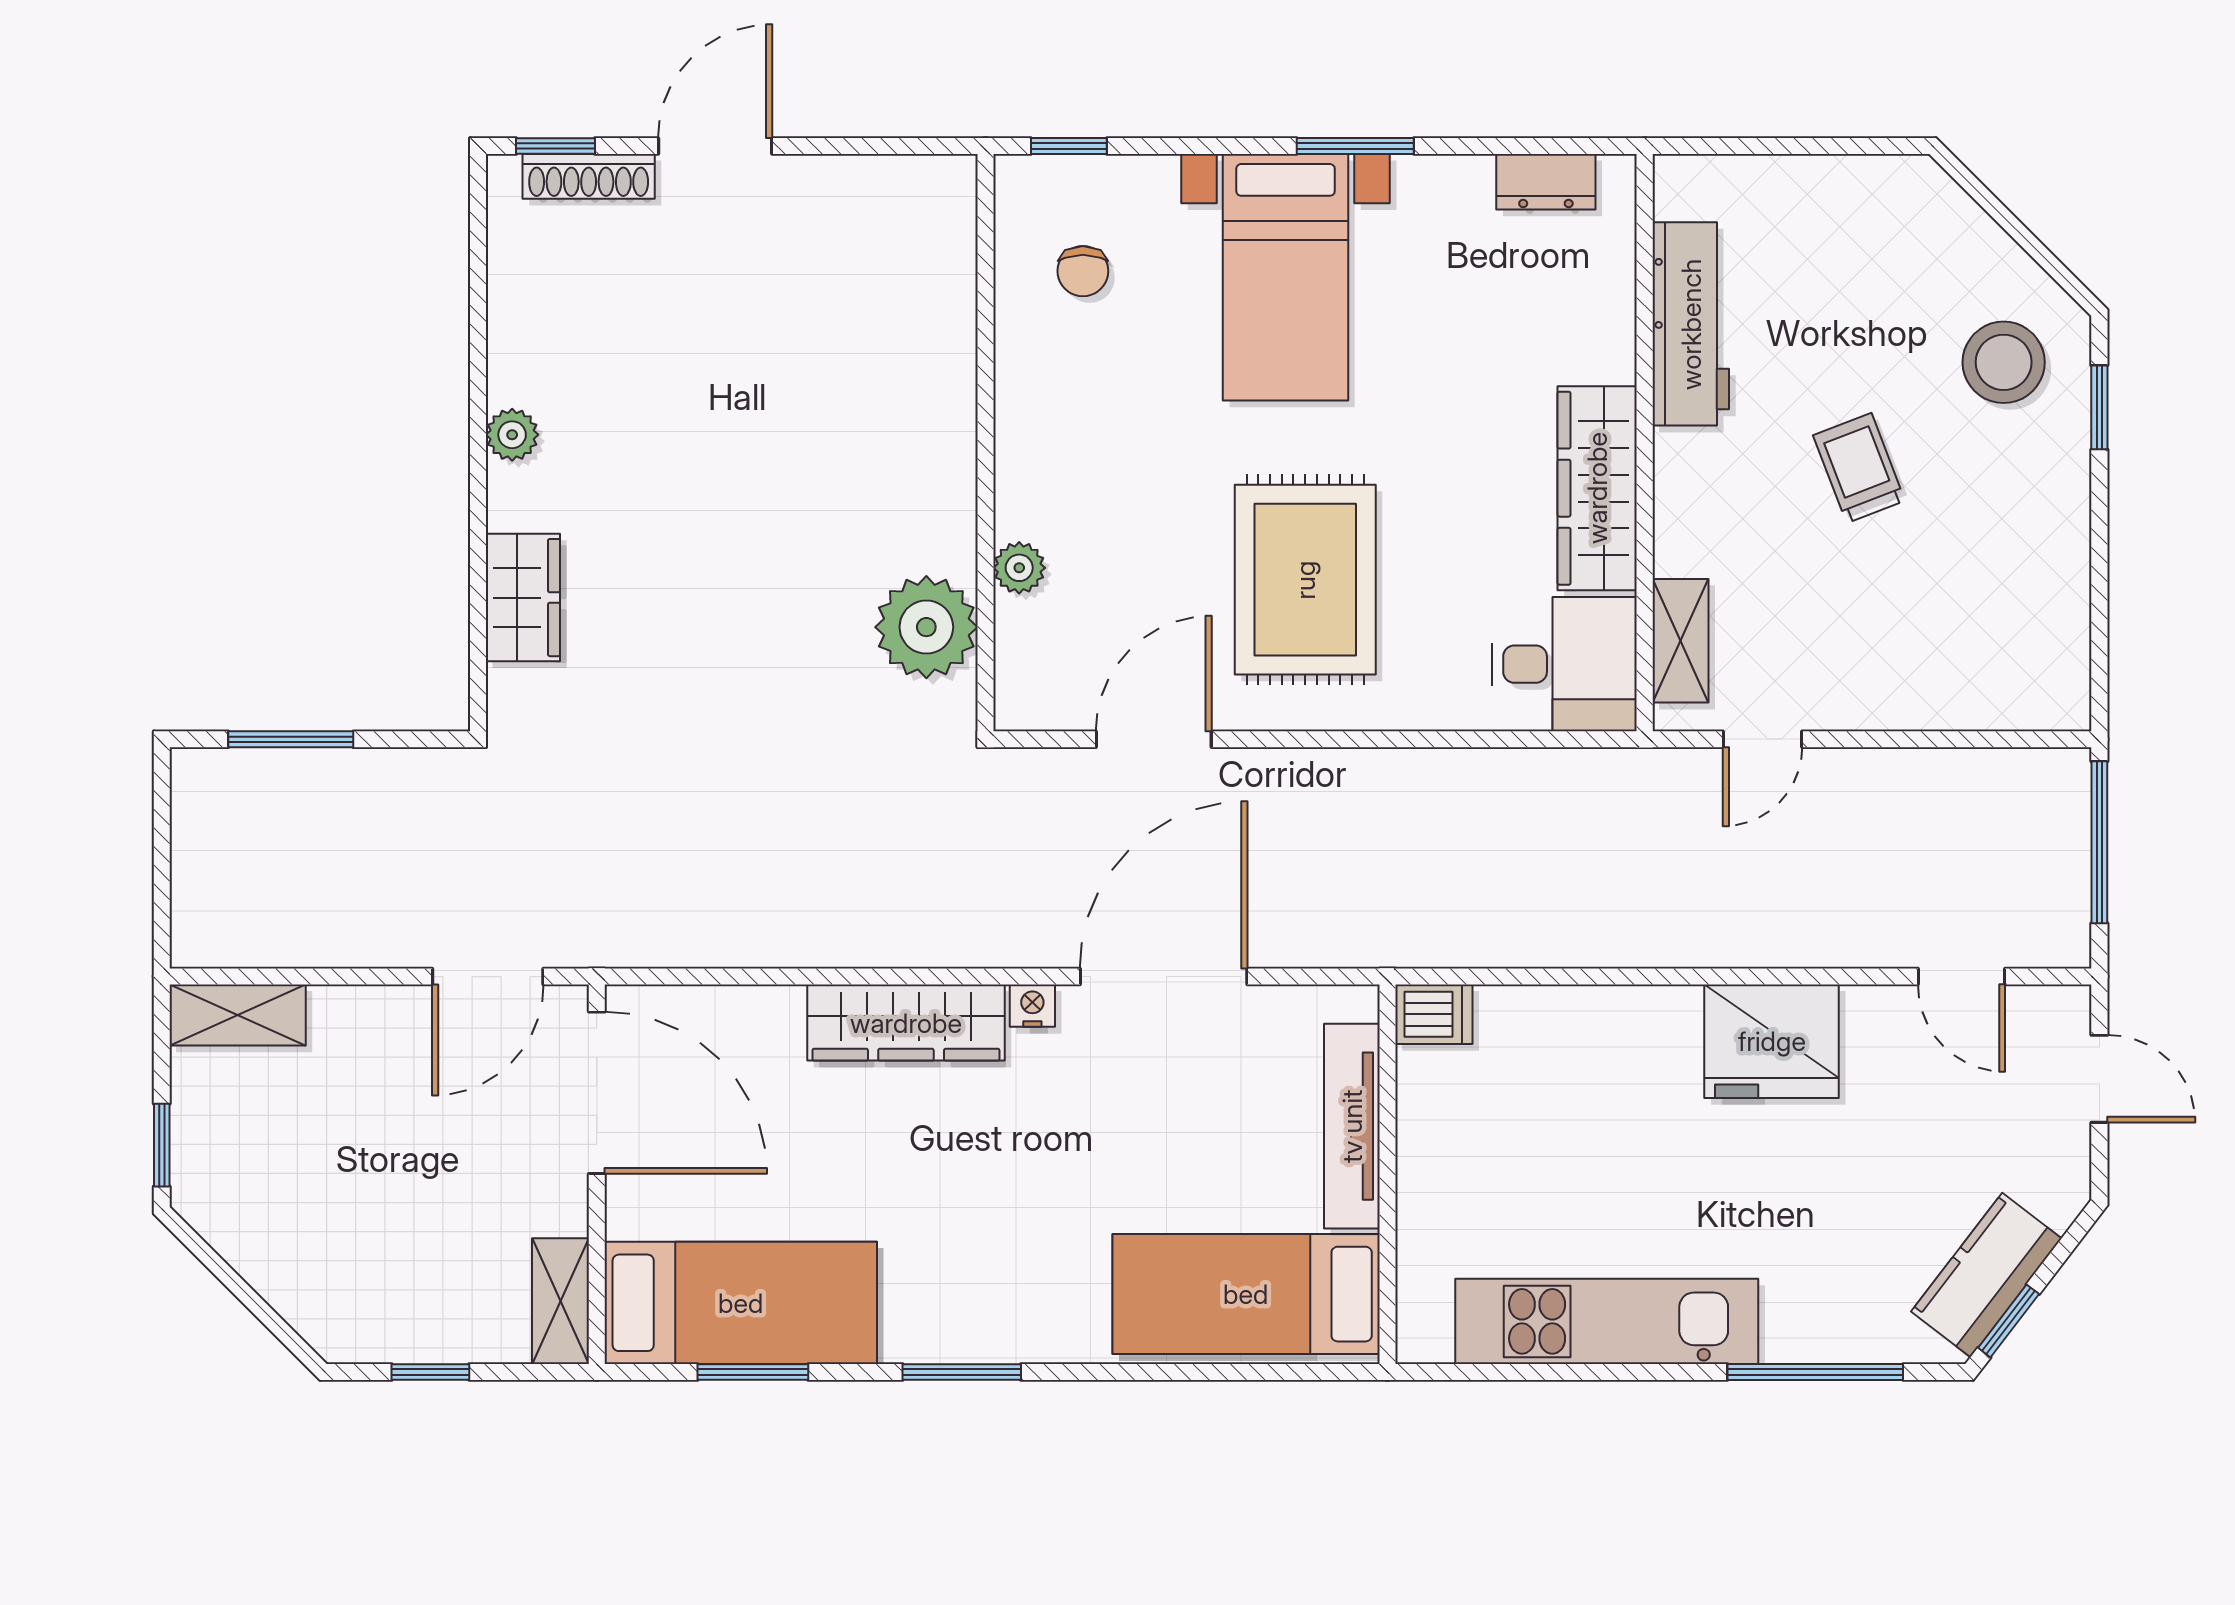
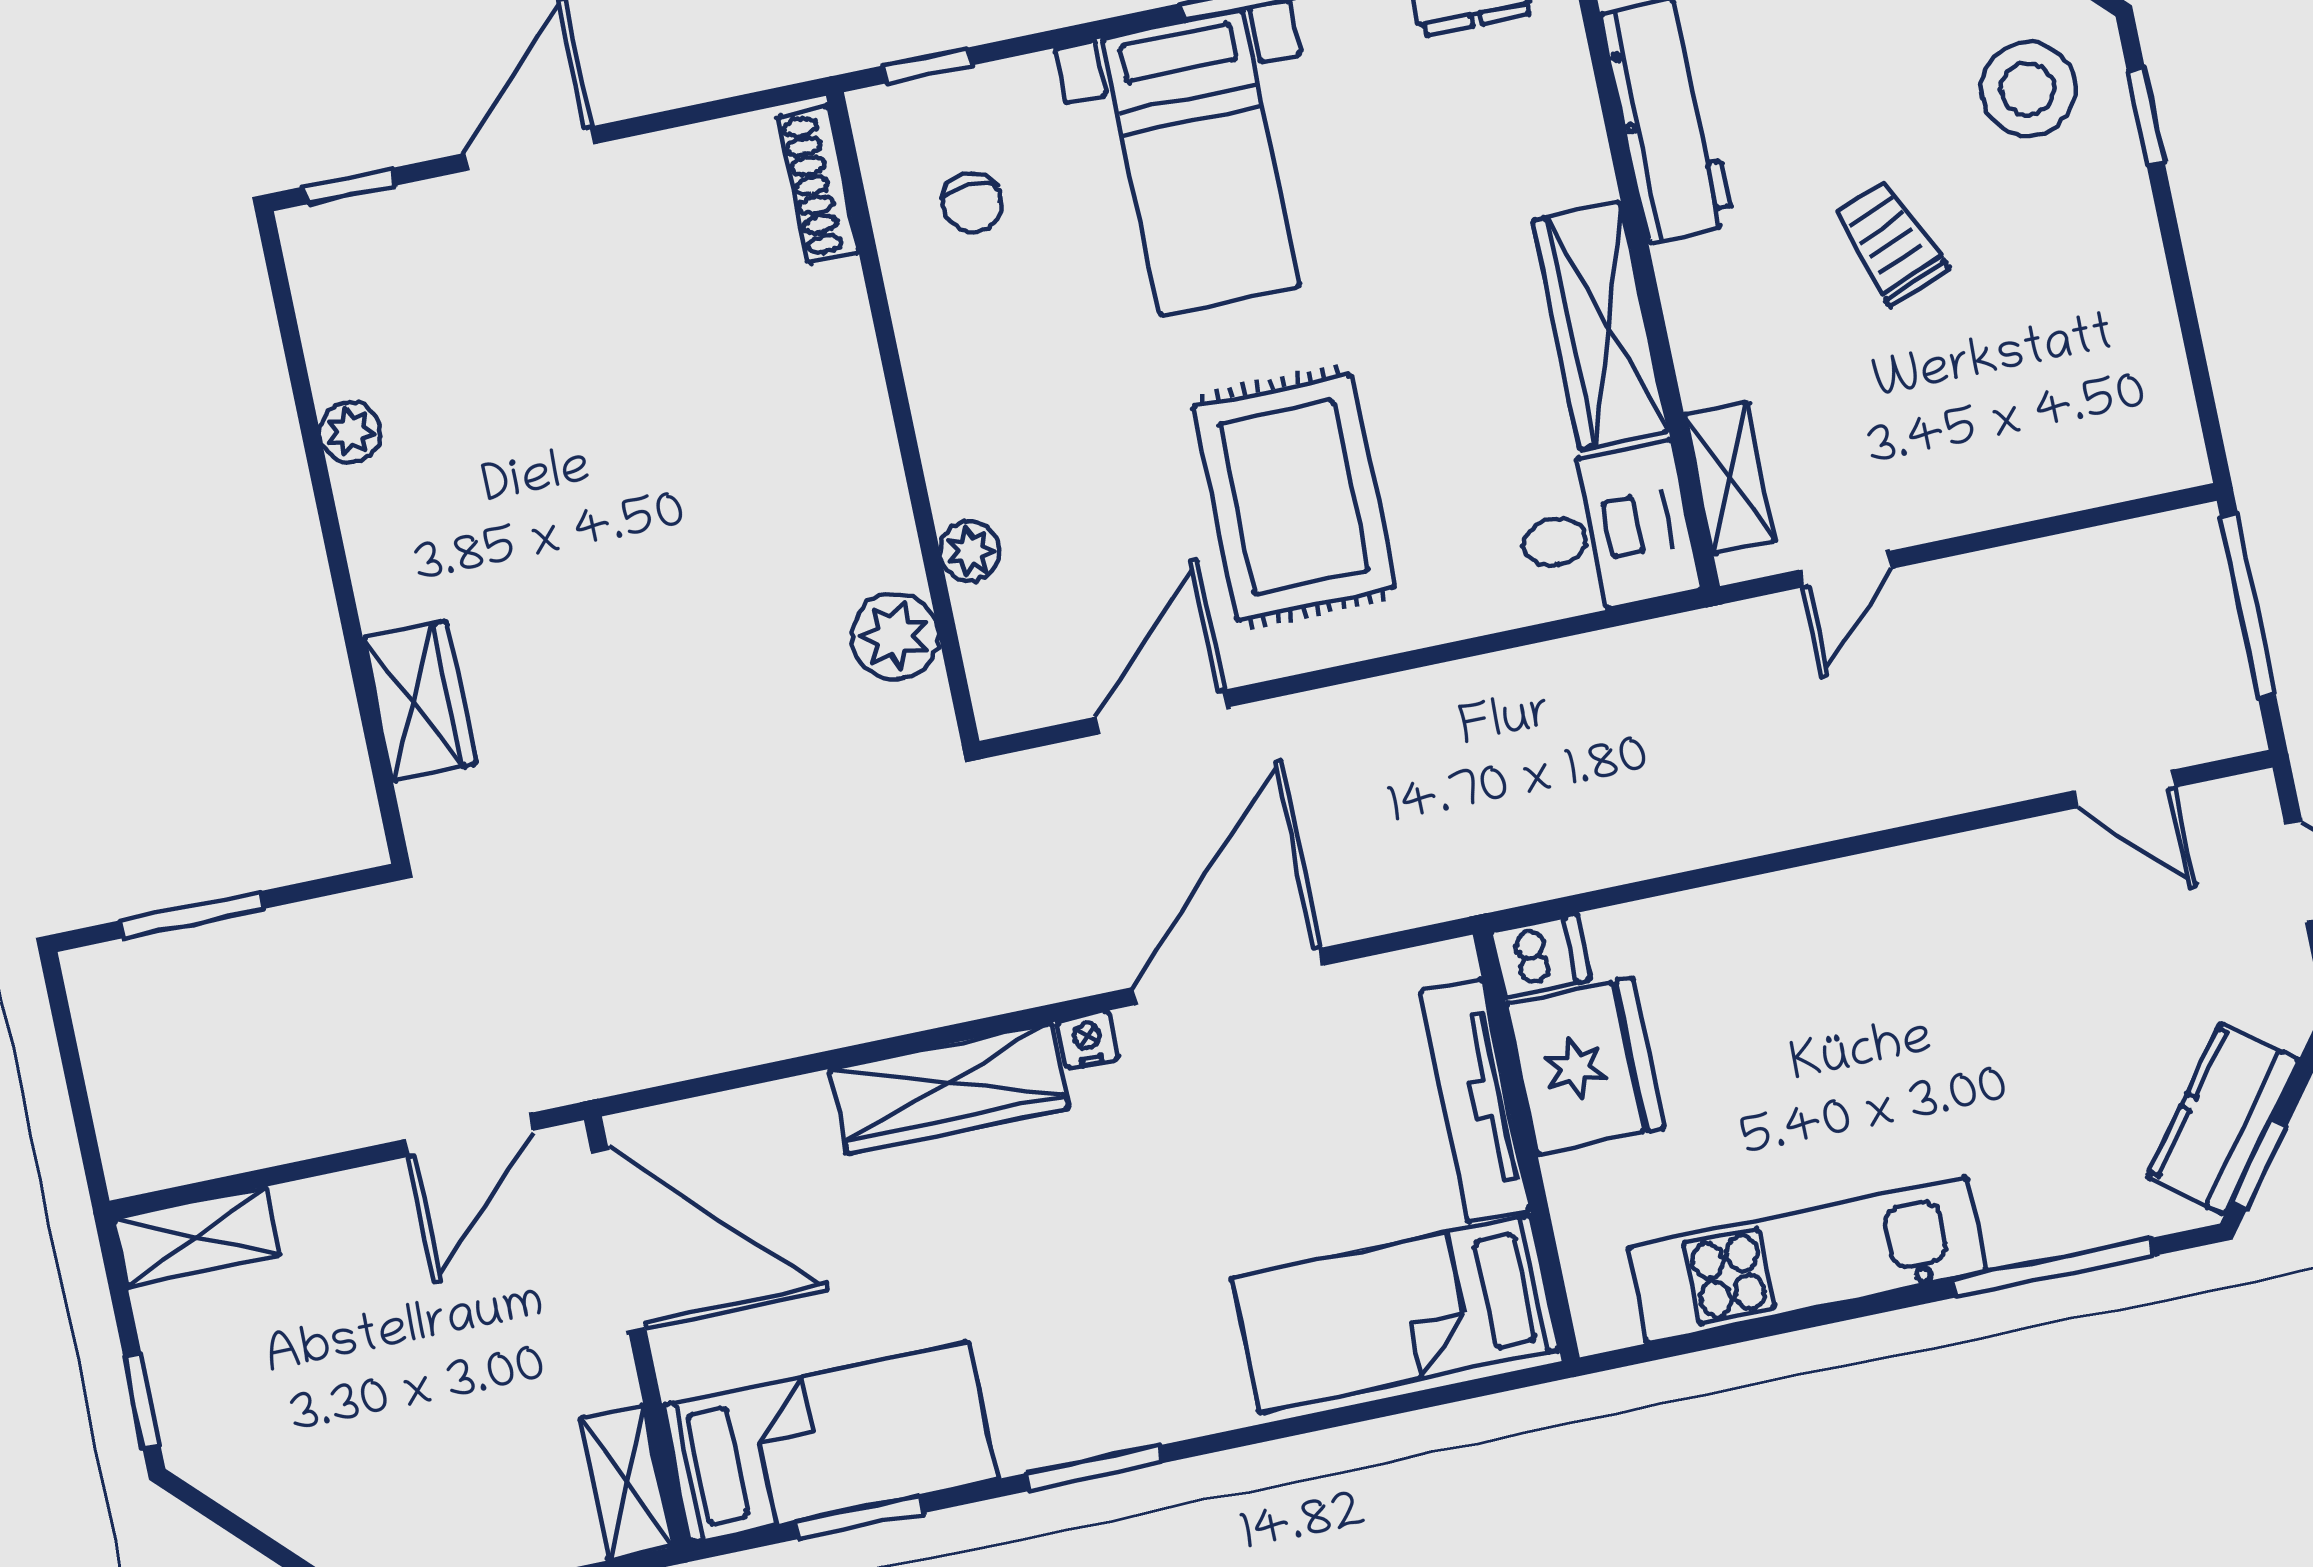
shoe rack: (589, 176) -> (818, 184), moved, turned 90
plant: (512, 435) -> (350, 432), moved
plant: (926, 627) -> (895, 636), width x0.73, depth x0.73
fridge: (1772, 1041) -> (1585, 1066), moved, turned -90

